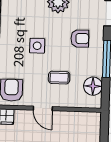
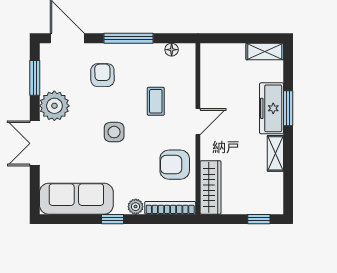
floor lamp: (93, 86) -> (172, 50), width x0.53, depth x0.53

